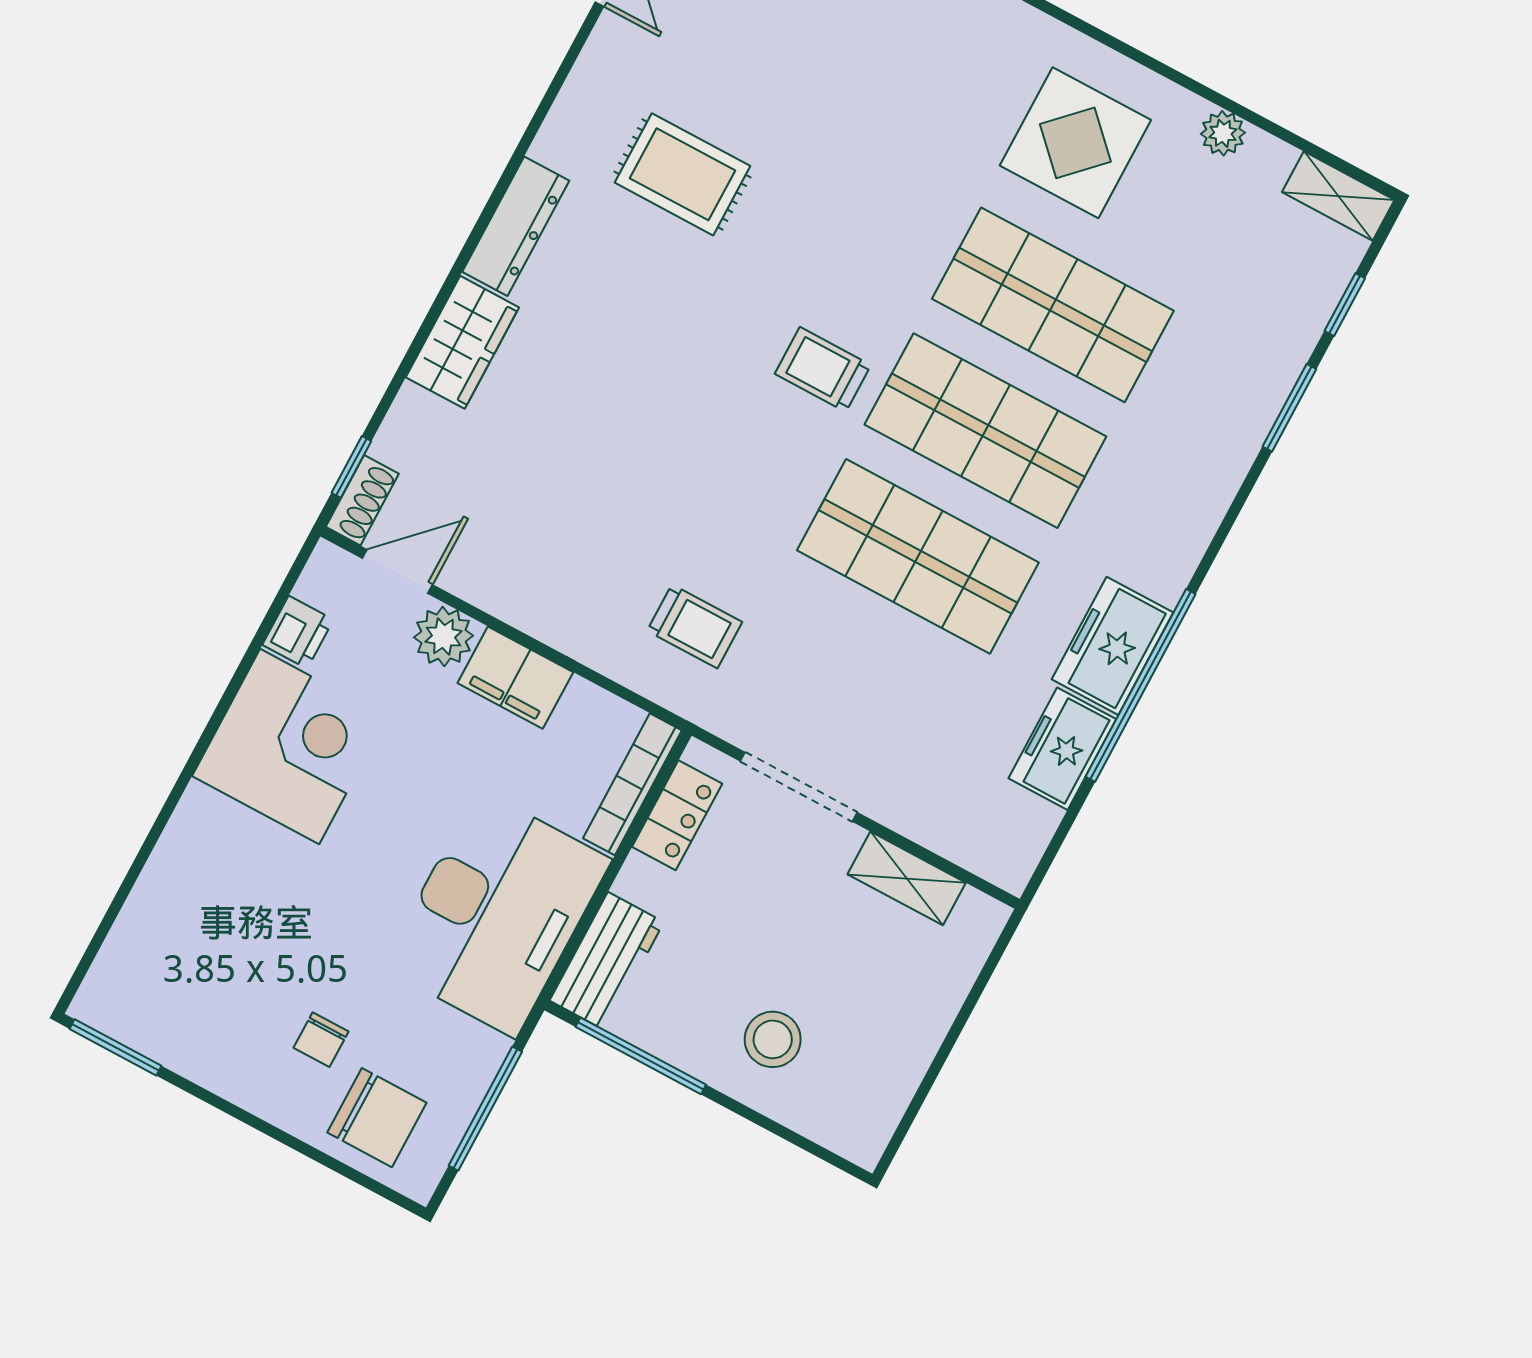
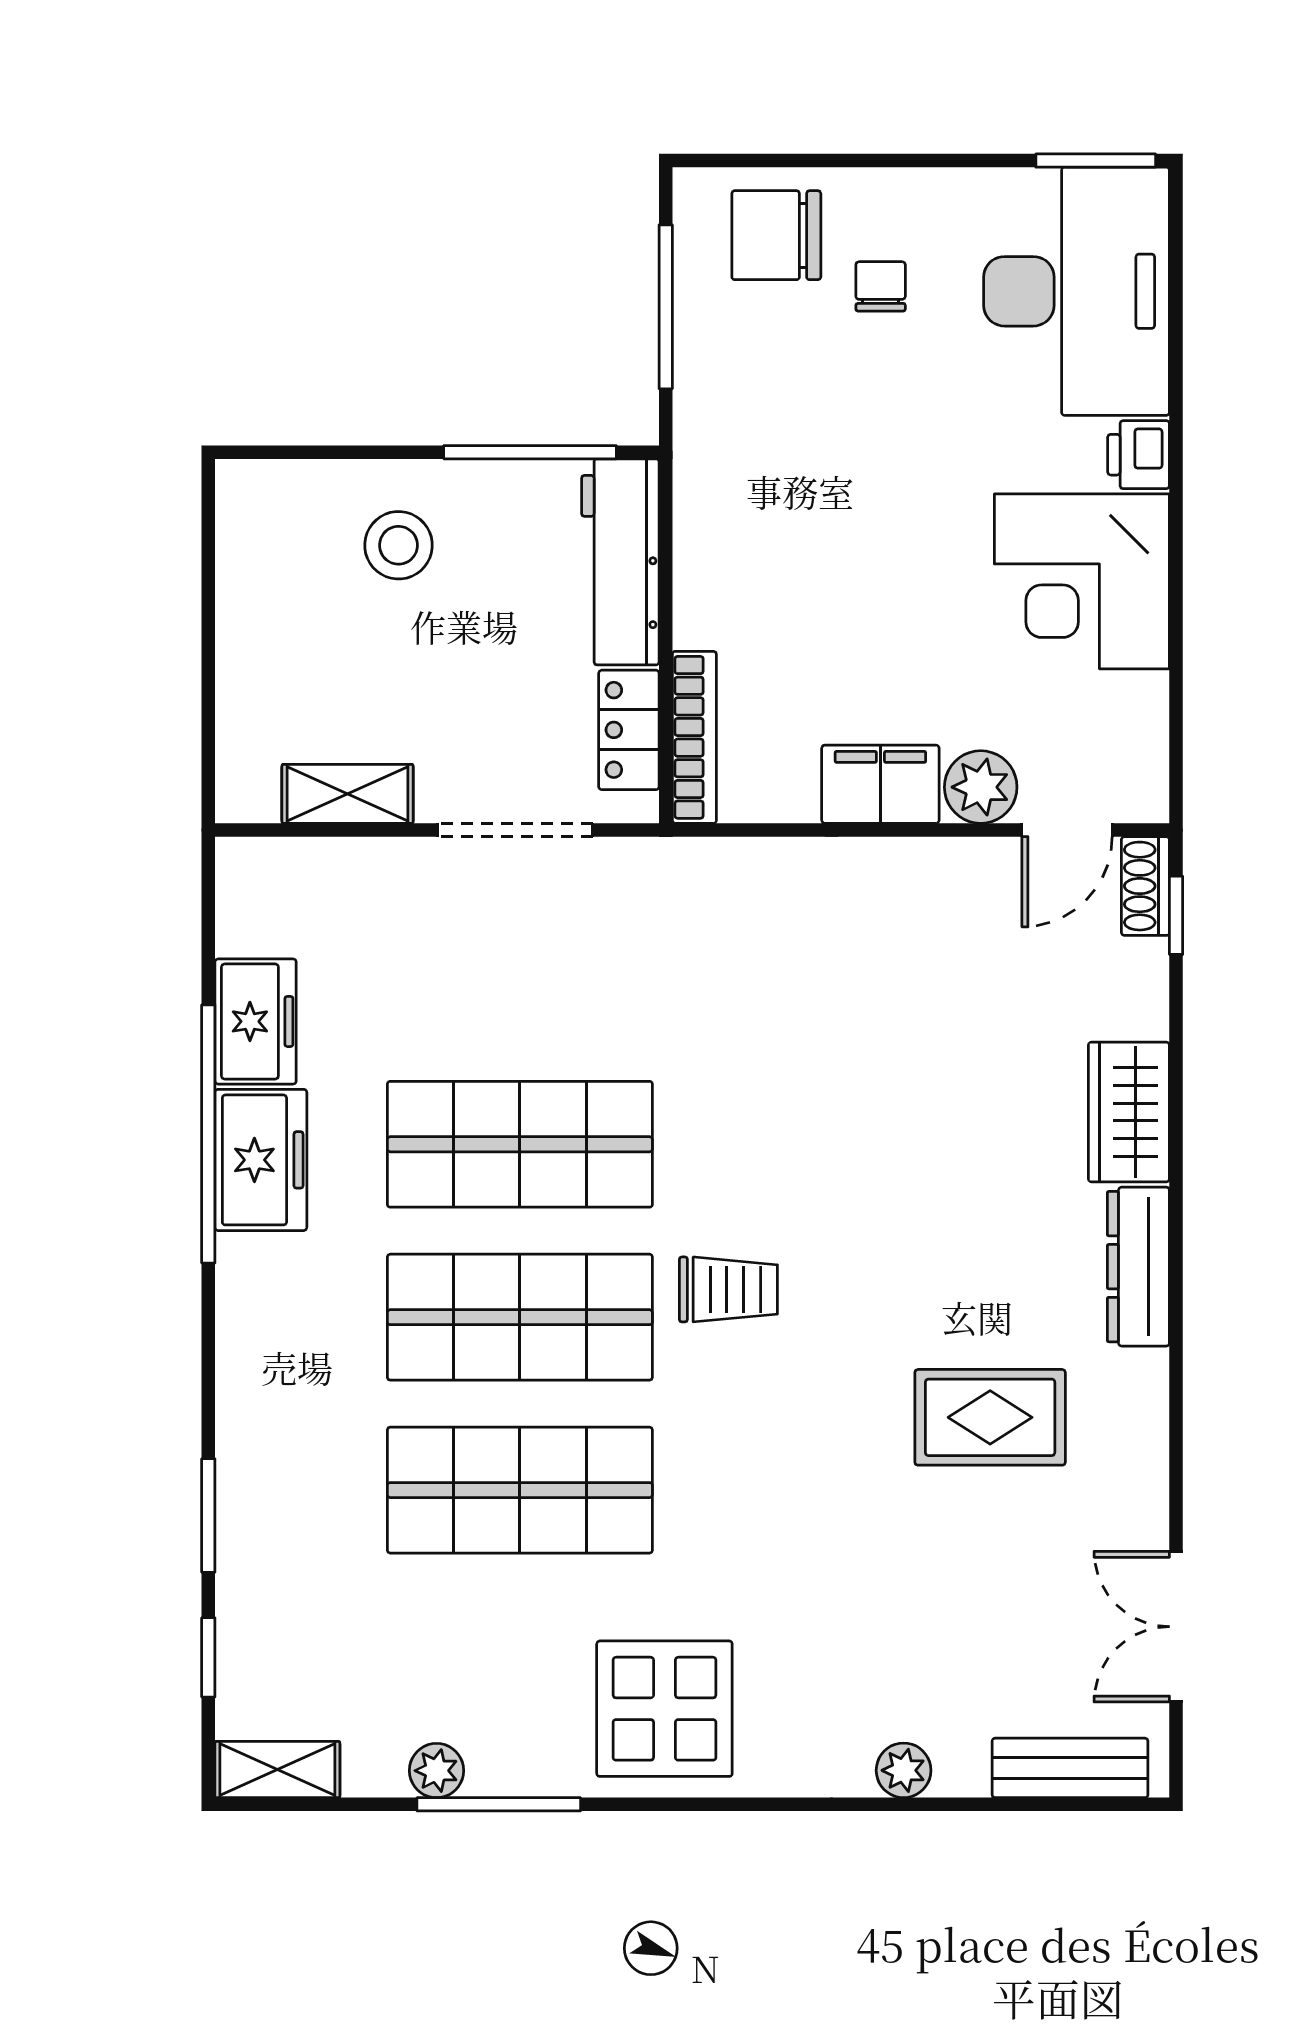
window: (1191, 84) -> (499, 1804), added
display table: (1075, 143) -> (664, 1709), moved
trolley: (695, 626) -> (718, 942), removed
printer: (298, 632) -> (1139, 455), moved
desk: (497, 913) -> (1077, 291), moved, turned 180
workbench: (607, 961) -> (620, 562), width x1.38

